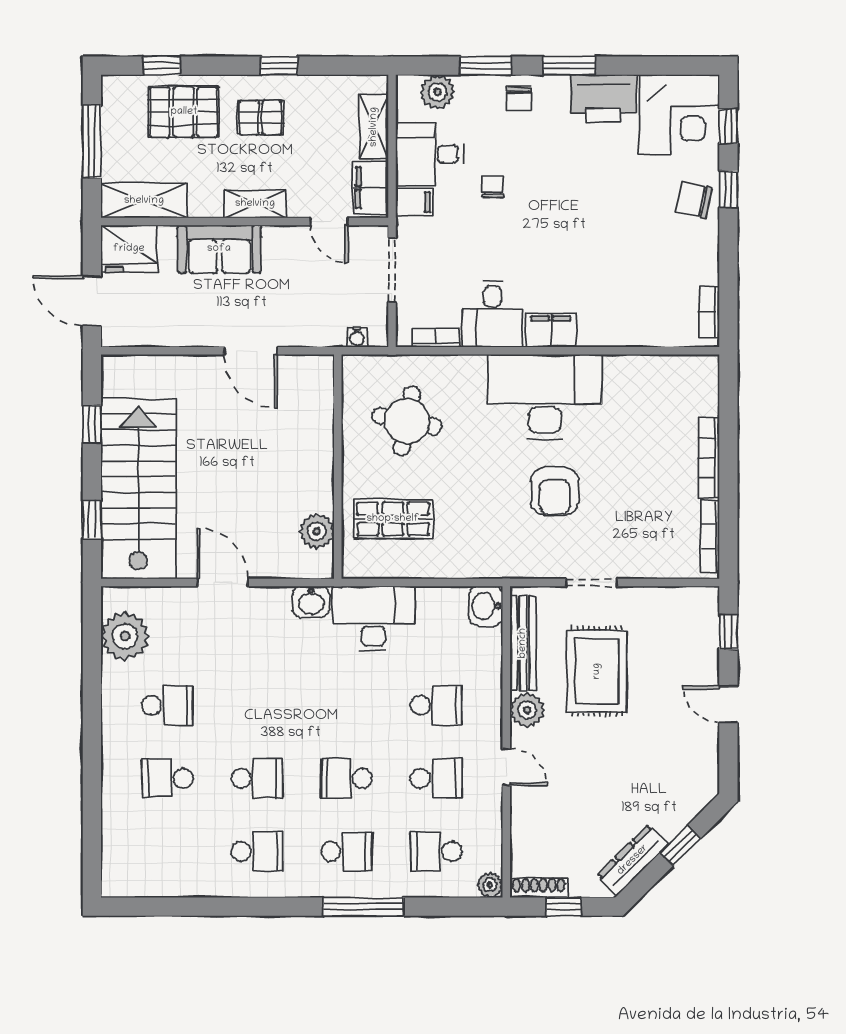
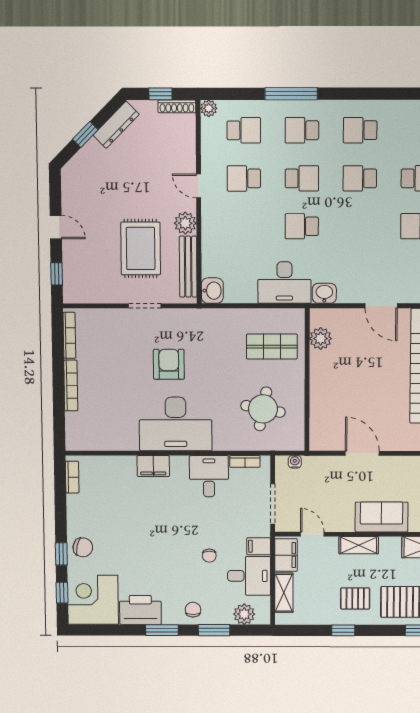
filing cabinet: (551, 330) -> (153, 466), moved
school desk: (436, 705) -> (302, 226), moved

